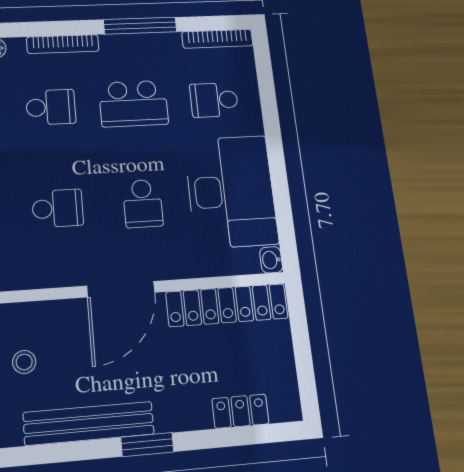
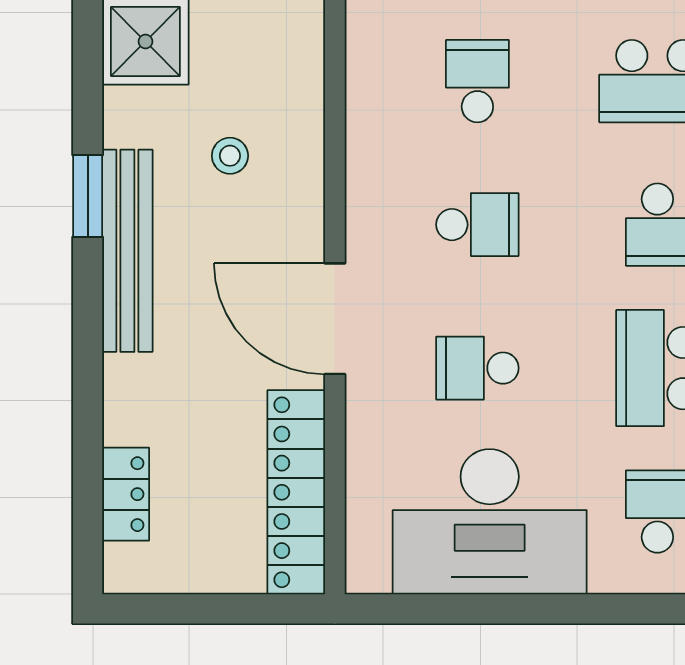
school desk: (58, 208) -> (477, 225), turned -90
washbasin: (271, 260) -> (367, 576), removed
window: (147, 445) -> (88, 196), moved

